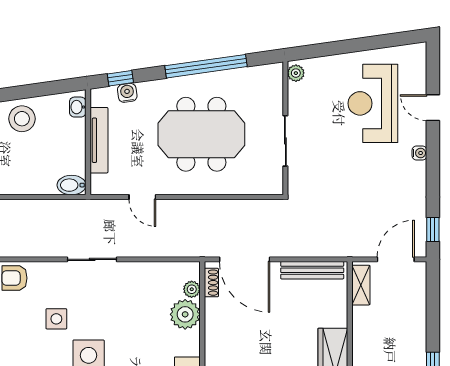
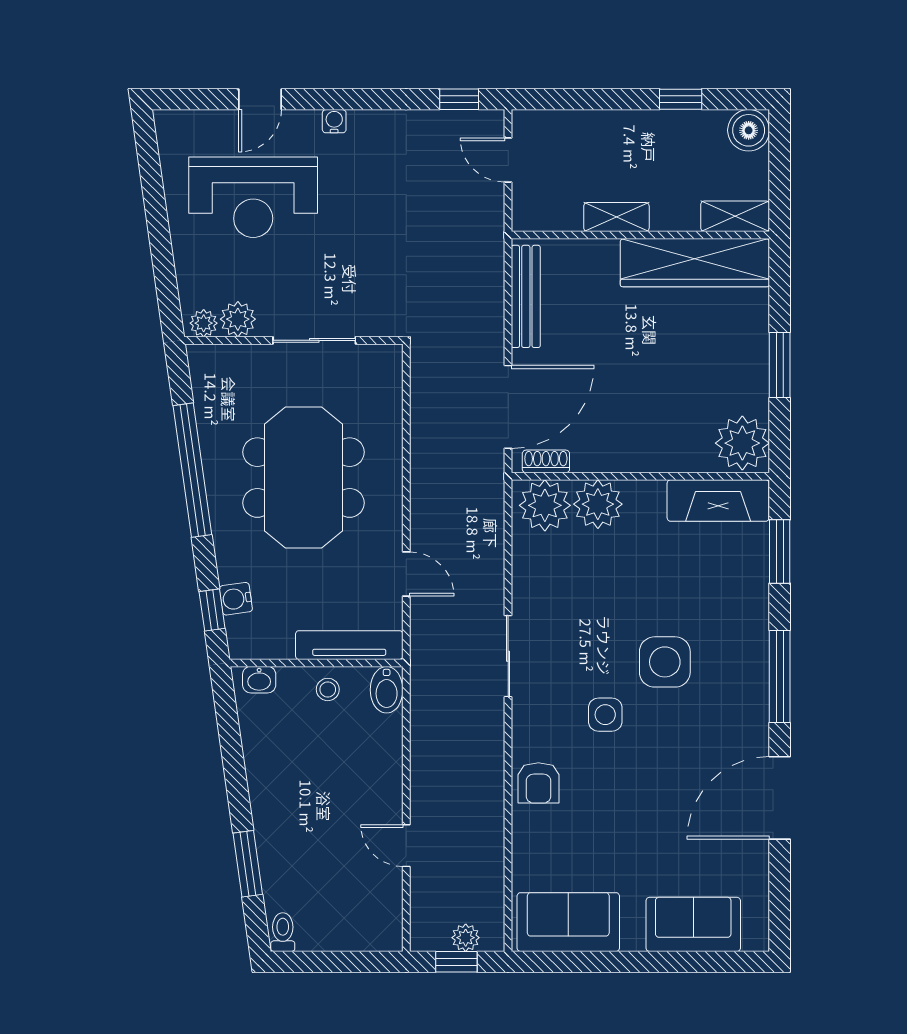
plant: (298, 94) -> (238, 319), added
stool: (22, 119) -> (328, 689), moved, width x0.53, depth x0.53
tv unit: (99, 140) -> (349, 645), moved
door: (142, 197) -> (406, 574), hinge flipped
door: (396, 259) -> (508, 160), width x0.73
shelving: (361, 285) -> (616, 217), moved
plant: (192, 289) -> (545, 505), width x1.87, depth x1.87

